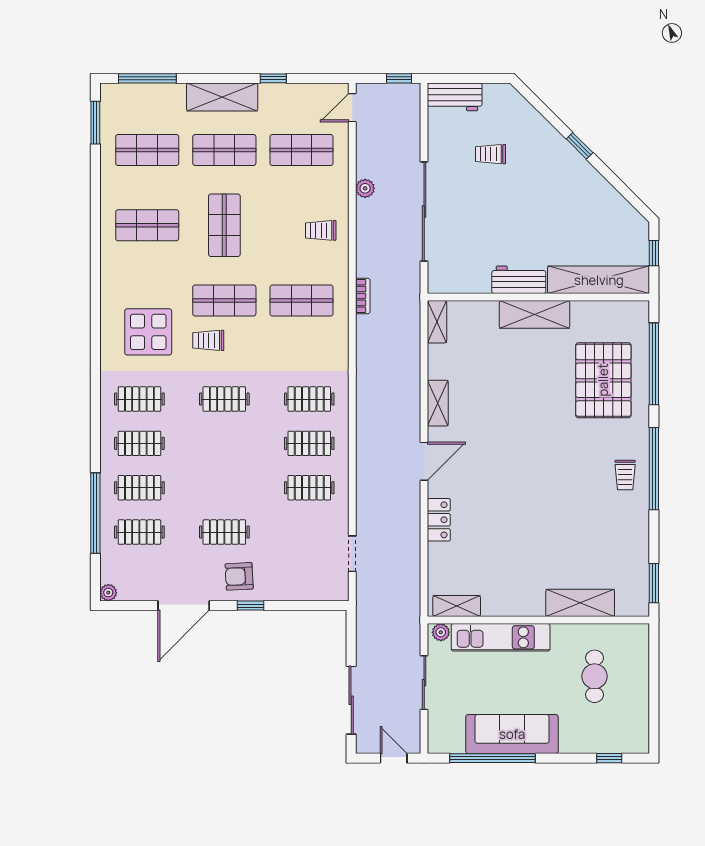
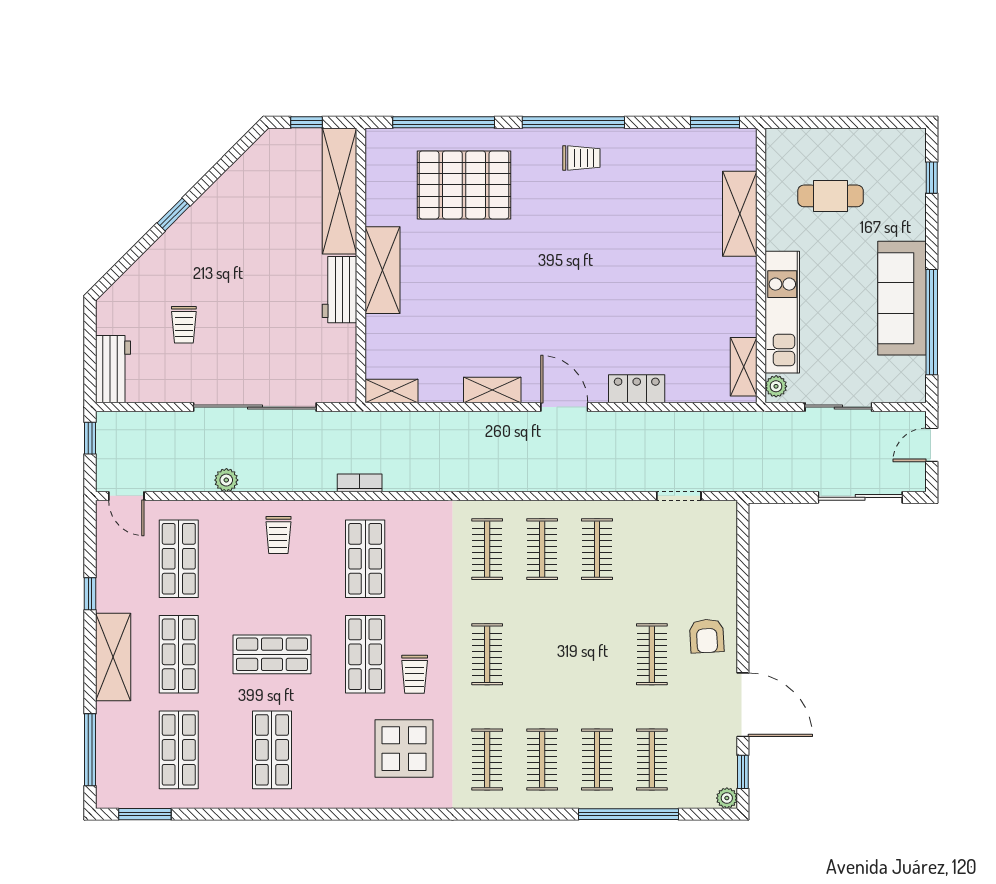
window: (250, 606) -> (743, 772), moved

